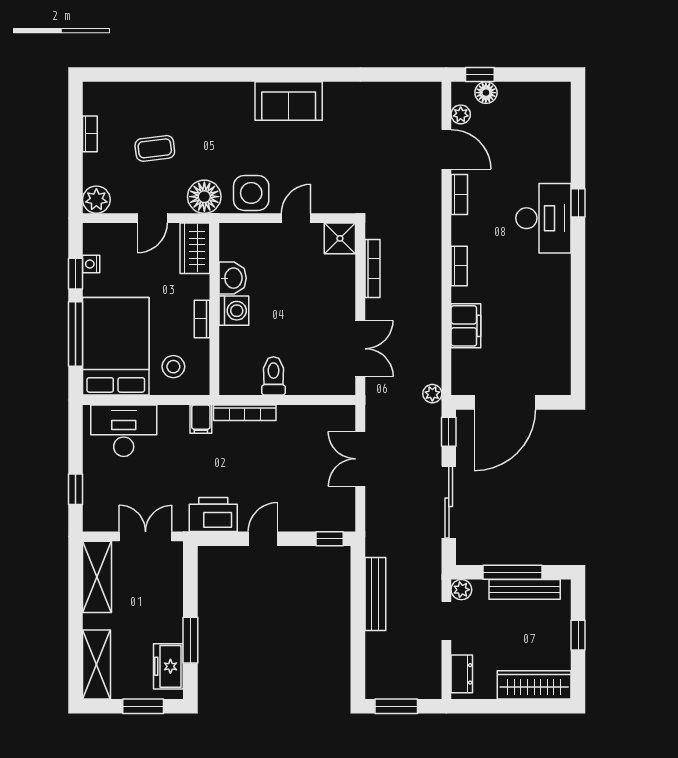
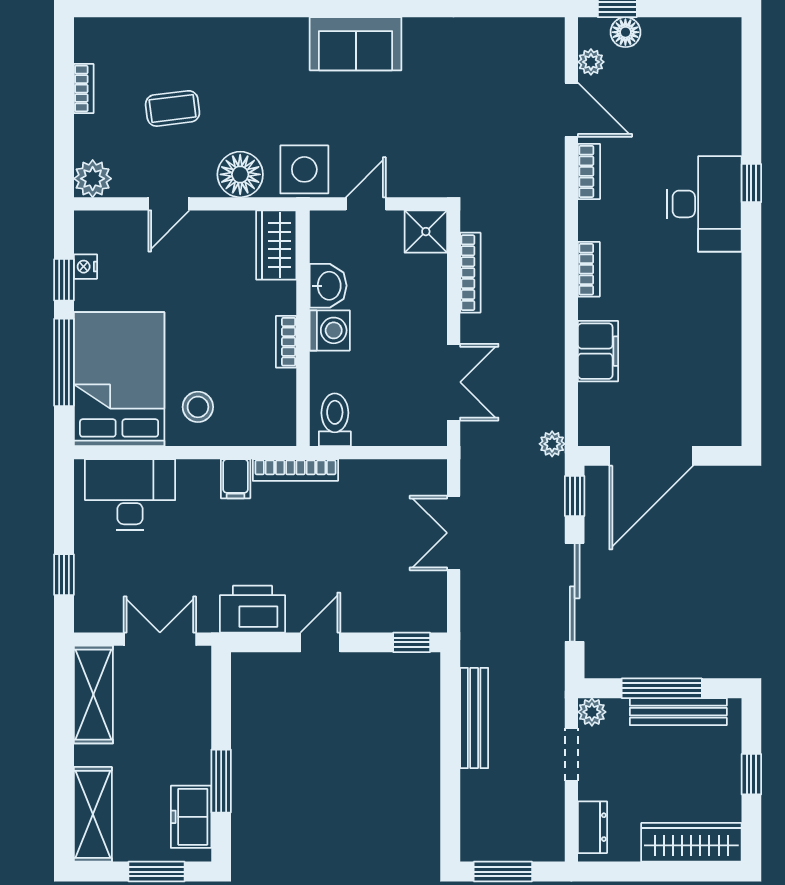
wardrobe: (195, 248) -> (276, 245), moved
washbasin: (233, 278) -> (328, 286), moved
wall: (214, 309) -> (303, 328), moved
washing machine: (234, 311) -> (330, 330), moved
bookcase: (202, 319) -> (286, 342), moved

